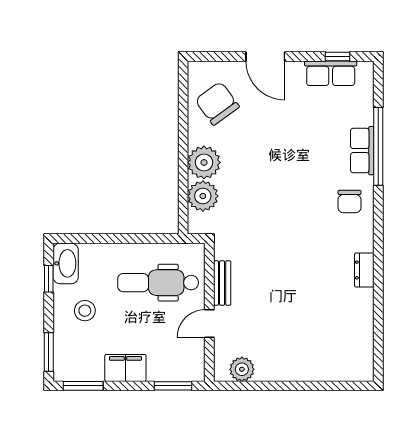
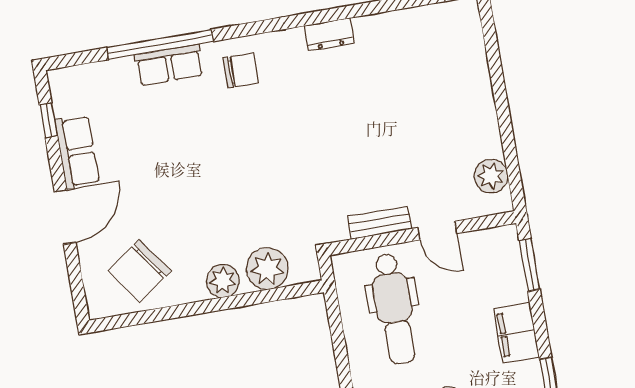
row of seats: (331, 73) -> (77, 152), moved
plant: (204, 162) -> (223, 281), width x0.73, depth x0.73

